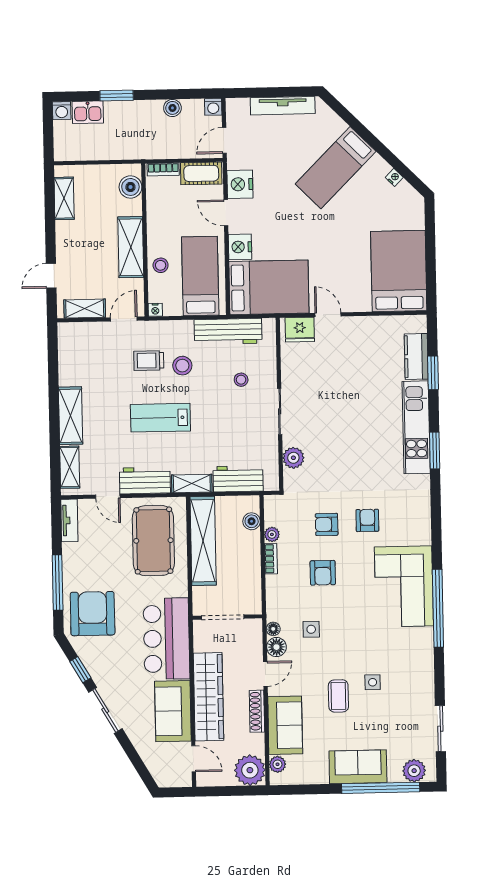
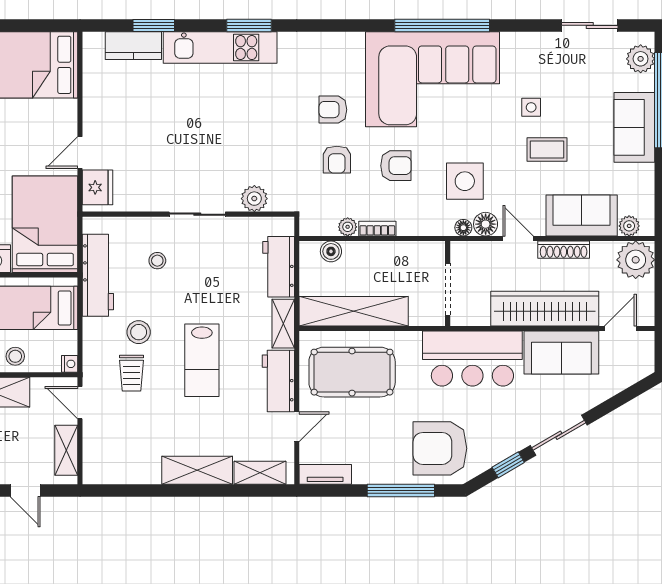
corner sofa: (404, 586) -> (432, 79), width x1.36, depth x1.36
side table: (311, 629) -> (465, 181), width x1.87, depth x1.87

